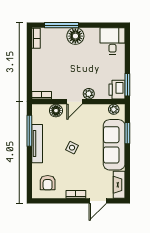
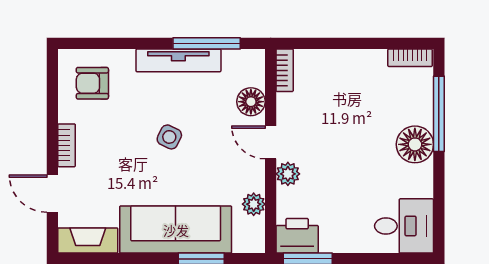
plant: (114, 109) -> (254, 204), moved

